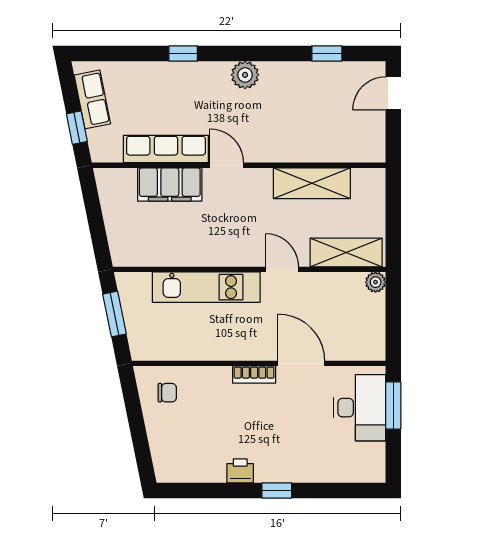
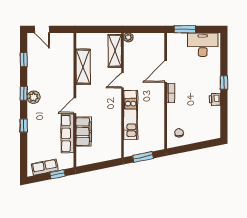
window: (253, 53) -> (24, 93), added
desk: (360, 408) -> (203, 45), moved

